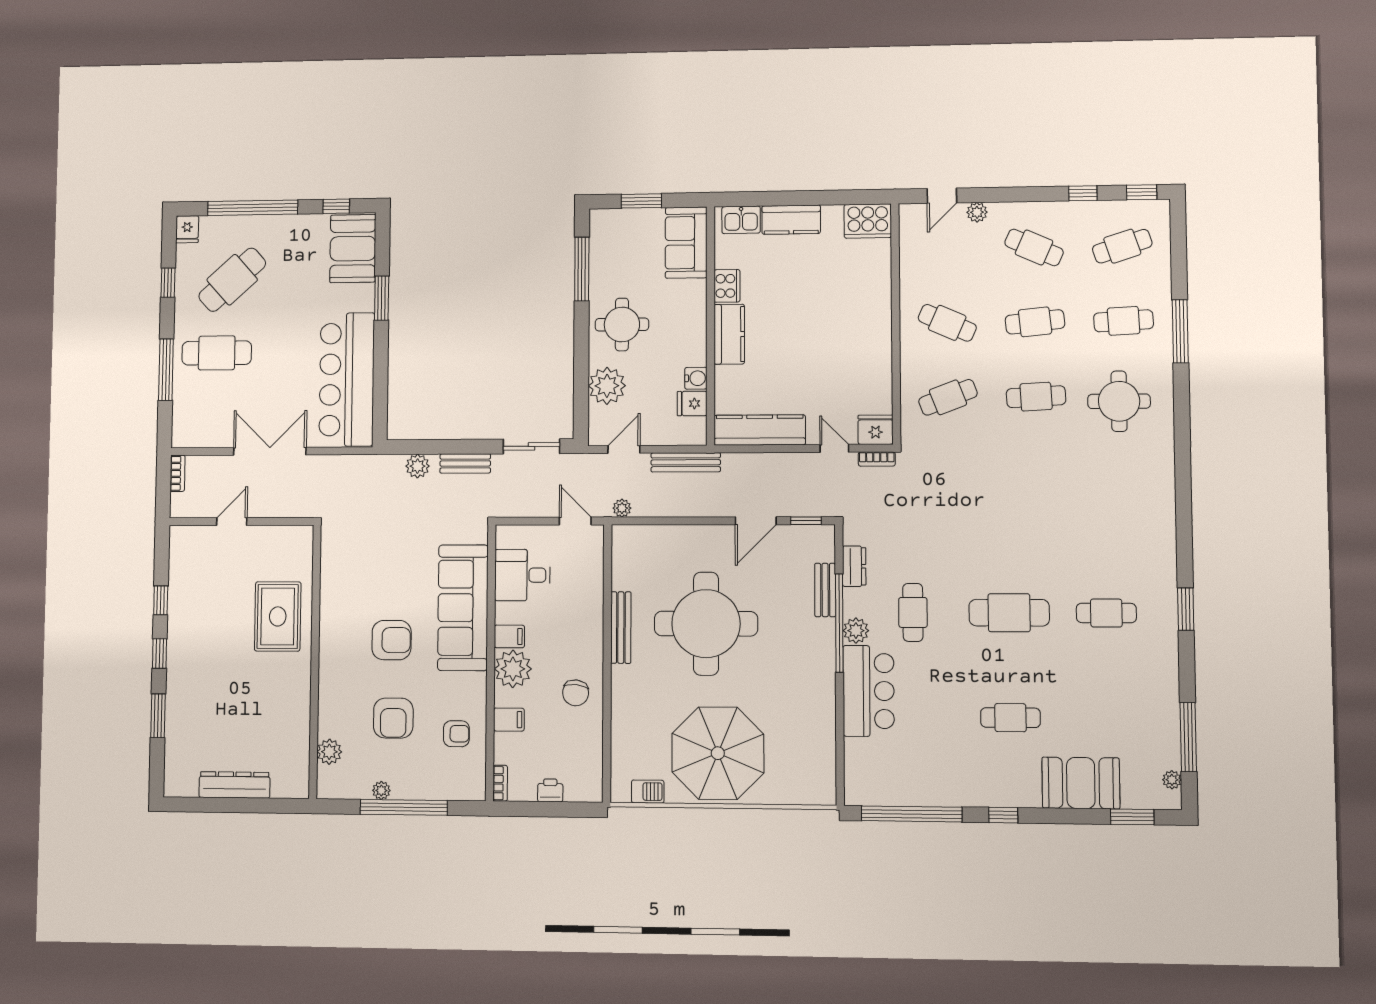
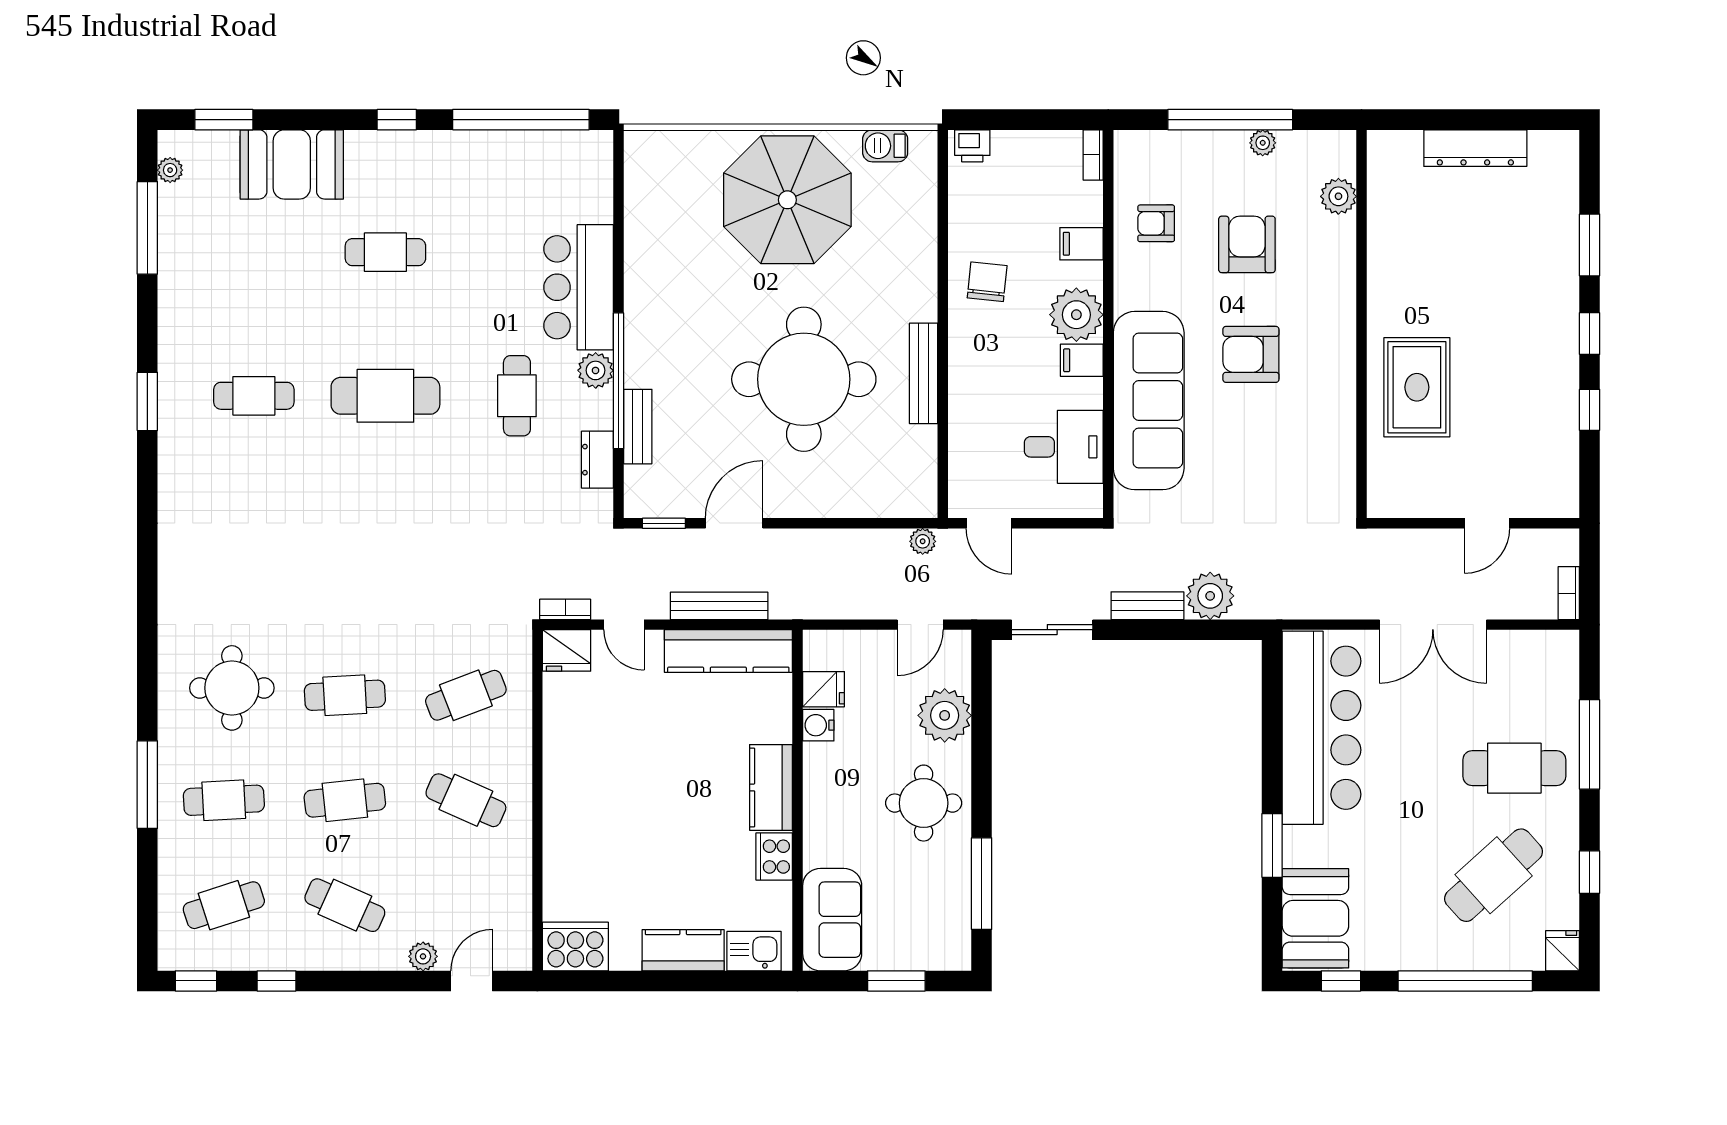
bench: (686, 462) -> (719, 606), moved
plant: (418, 466) -> (1210, 596), width x1.36, depth x1.36
printer: (550, 790) -> (972, 146), moved

